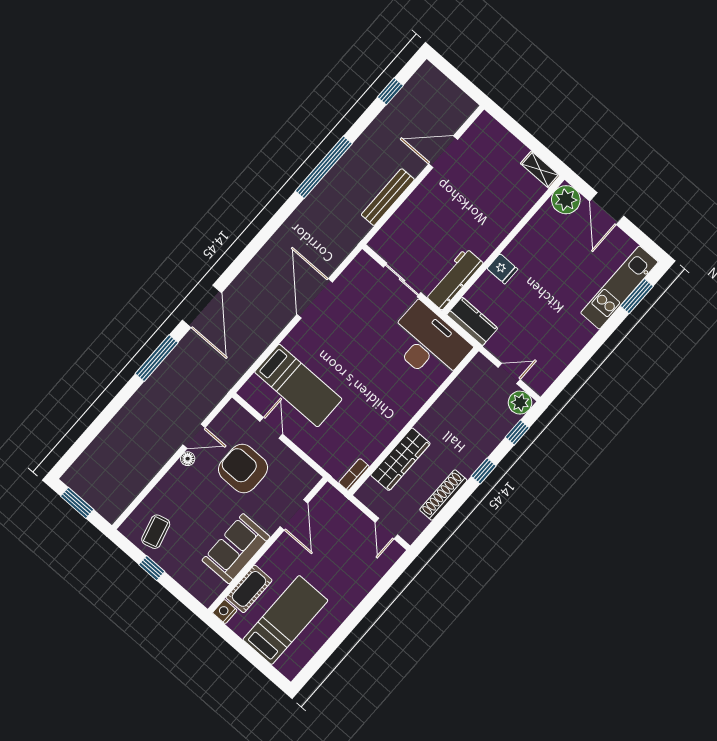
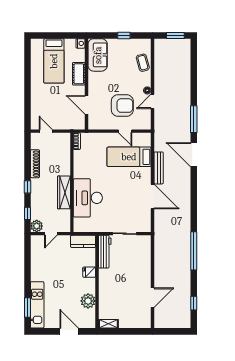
bench: (388, 197) -> (159, 168), moved
plant: (566, 200) -> (88, 301), moved
desk: (428, 344) -> (88, 198), moved, turned 90
wardrobe: (400, 459) -> (64, 192), moved
coffee table: (156, 532) -> (143, 63), moved
sofa: (236, 549) -> (98, 55), moved
cot: (249, 589) -> (79, 74), moved

